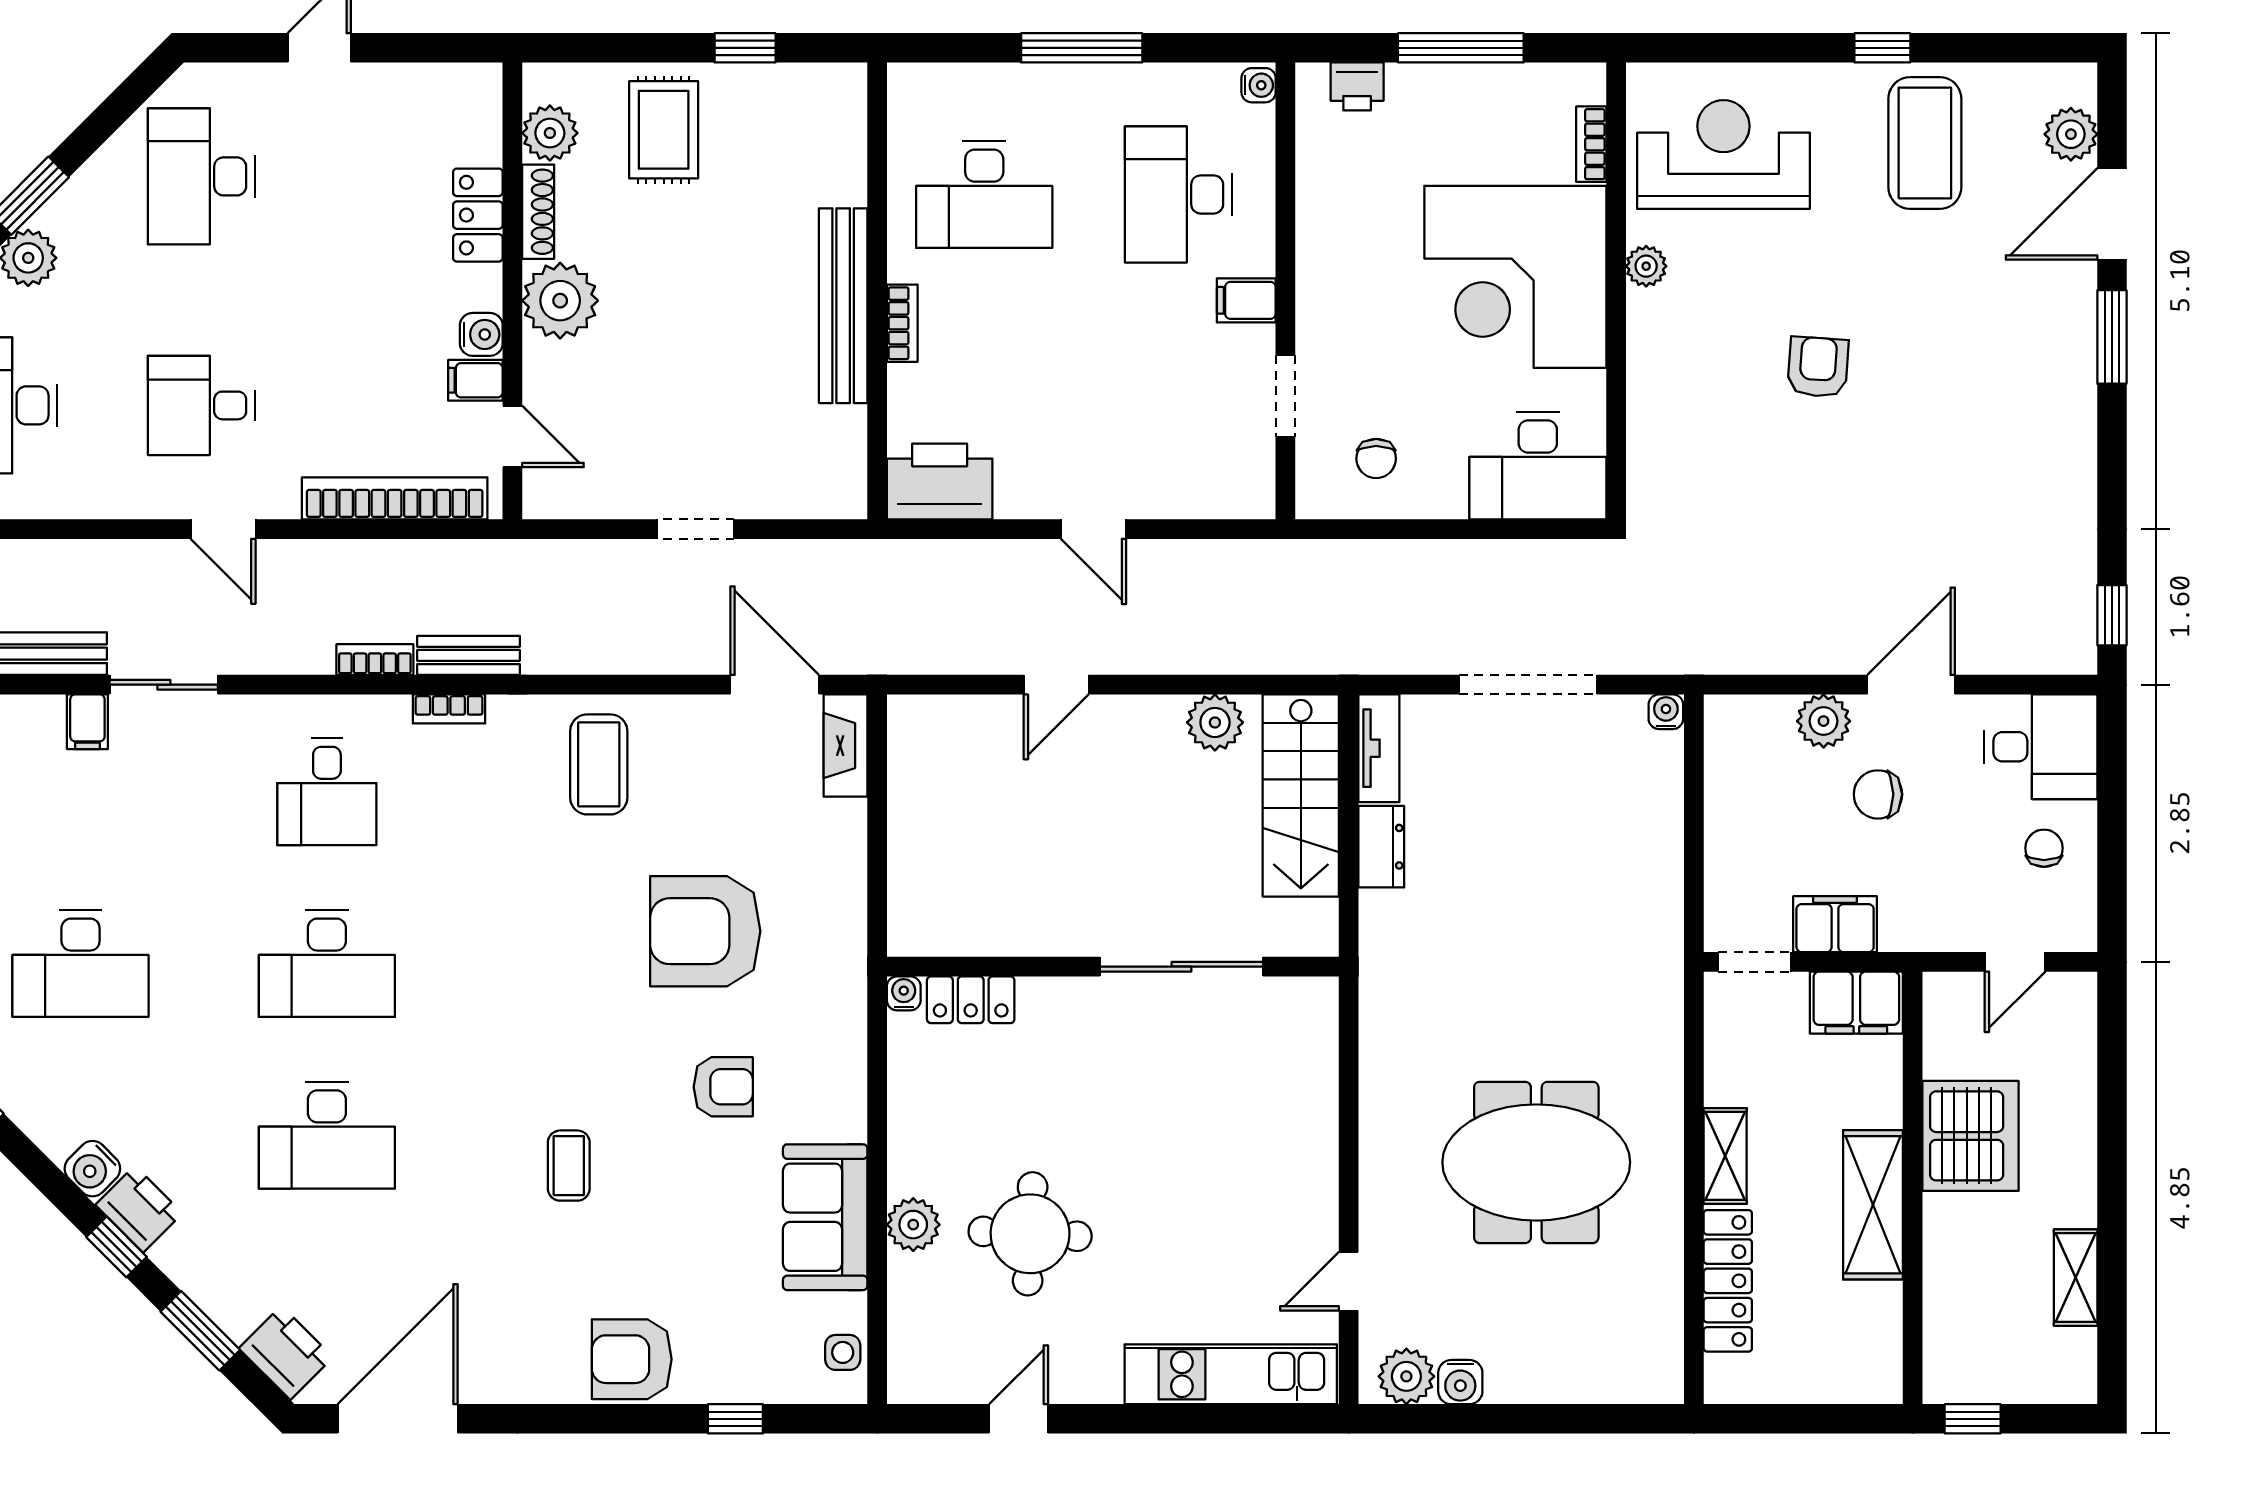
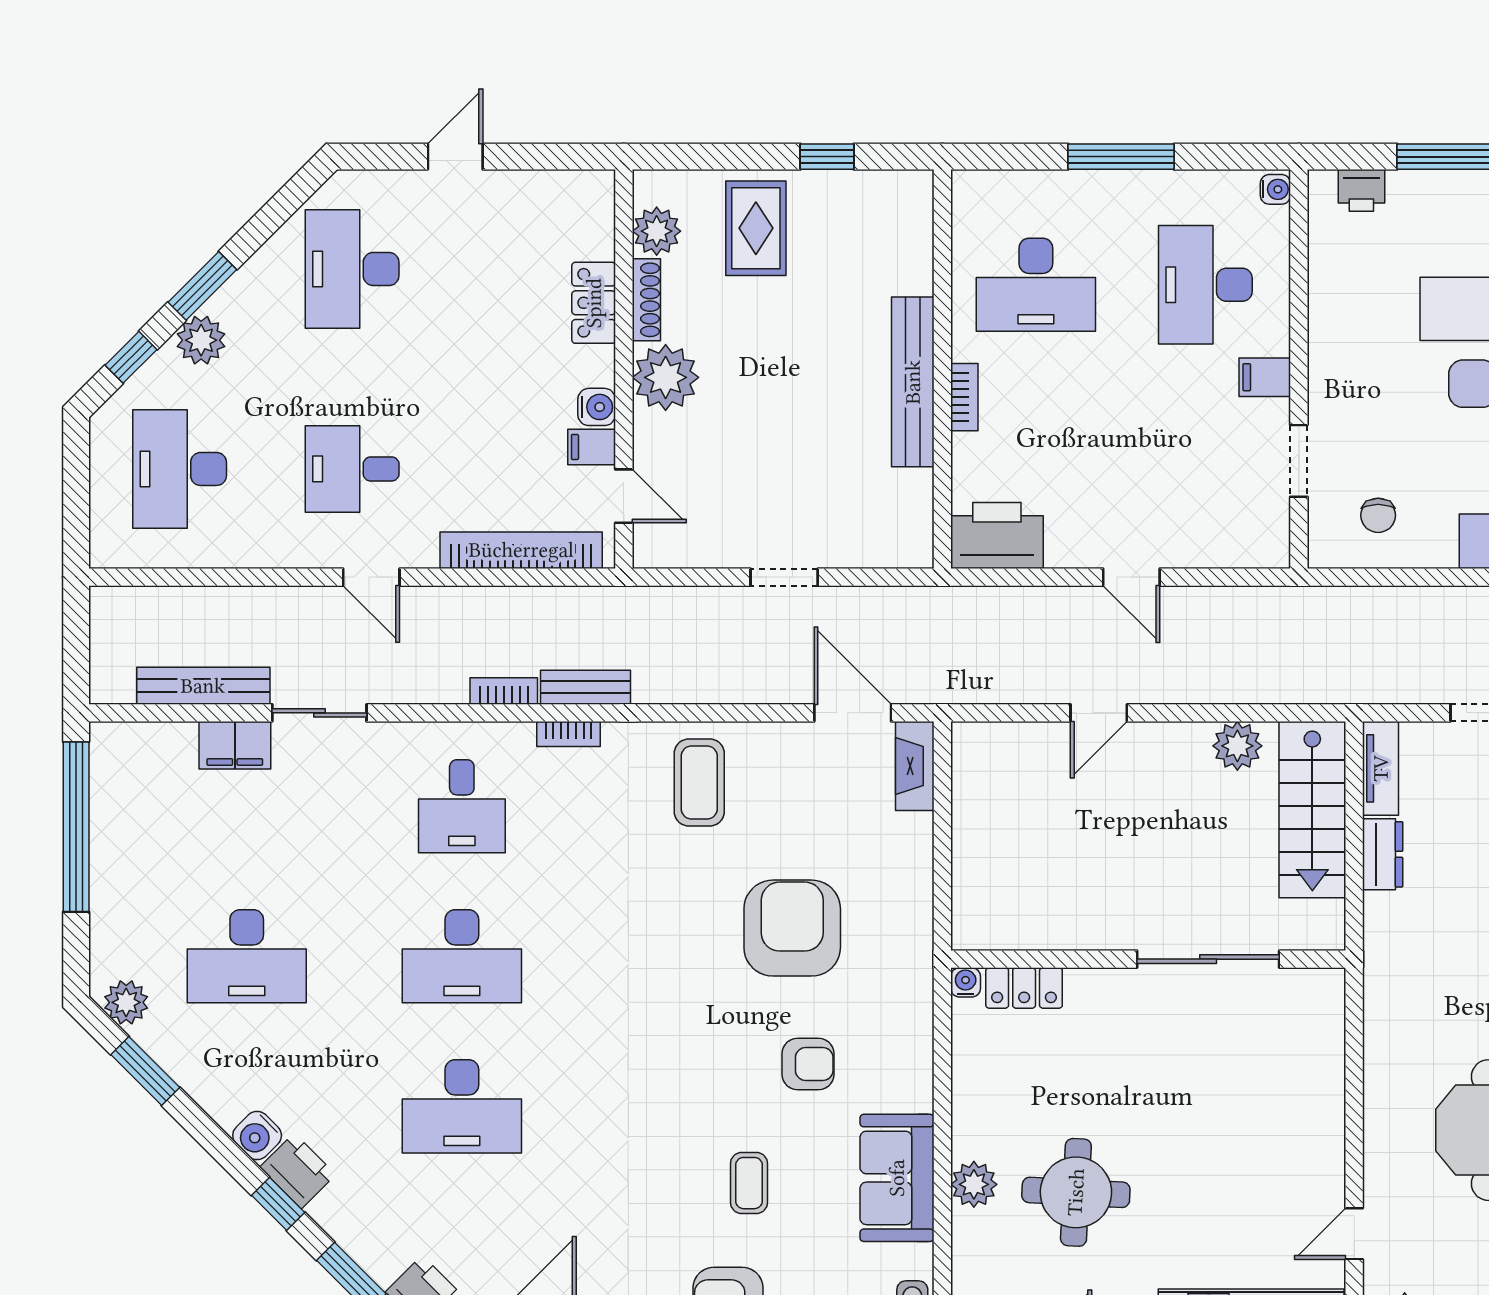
filing cabinet: (87, 722) -> (235, 745), width x2.00
armchair: (705, 931) -> (792, 928), turned 90
coffee table: (569, 1166) -> (749, 1183), moved

